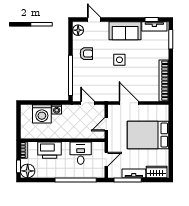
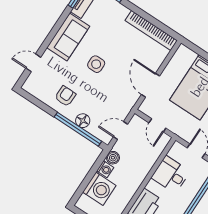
floor lamp: (78, 30) -> (83, 121), moved
door: (129, 103) -> (150, 85), hinge flipped
boiler: (67, 109) -> (113, 158), added

